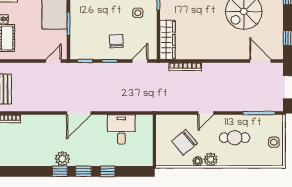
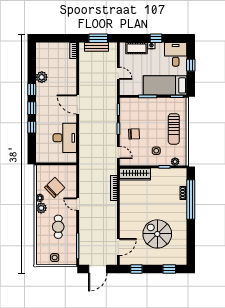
door: (53, 61) -> (118, 73), moved
desk: (121, 129) -> (65, 138), width x1.37
chair: (185, 142) -> (55, 187), turned 86
plant: (62, 159) -> (42, 77), moved

